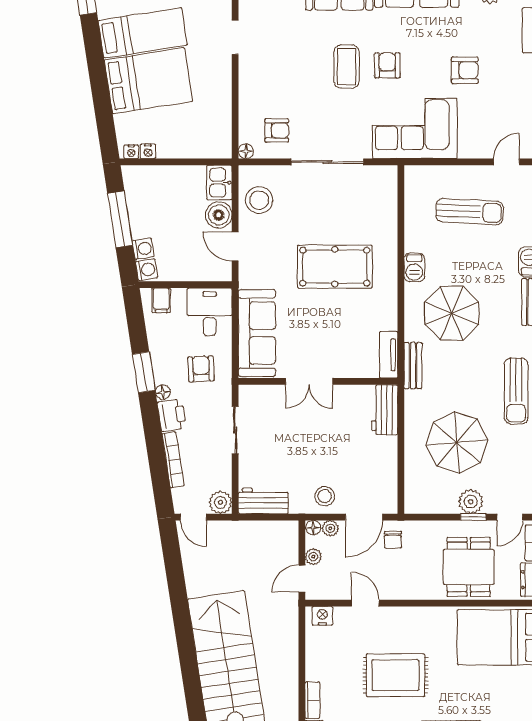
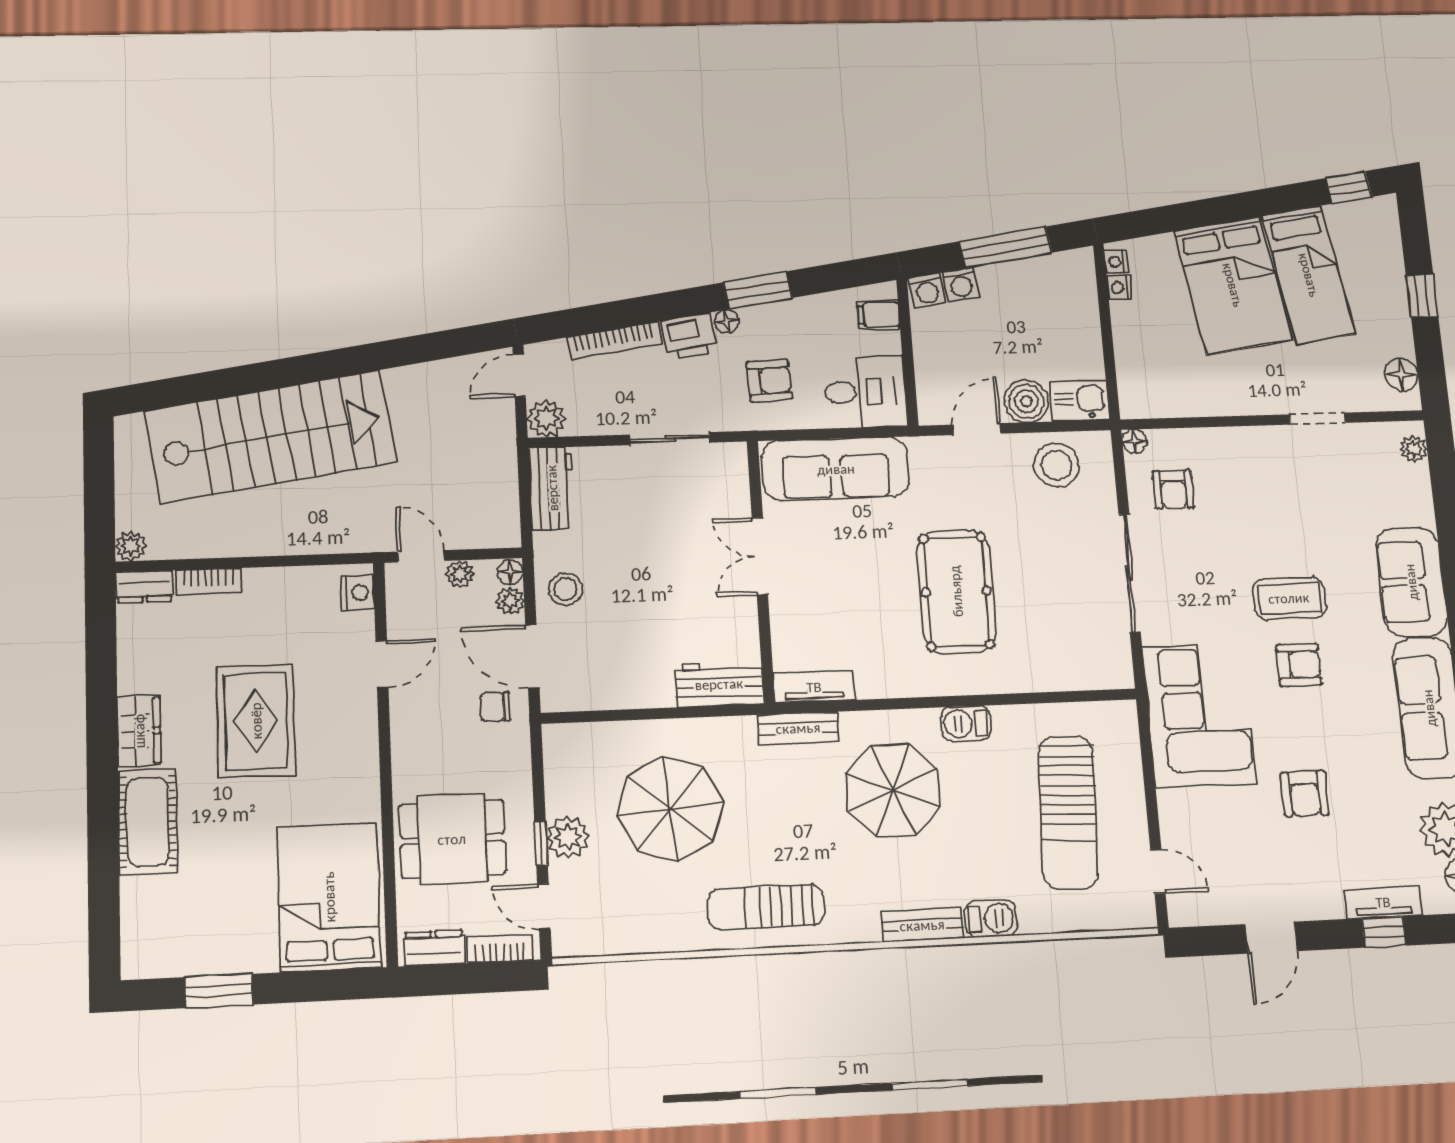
sun lounger: (470, 212) -> (1068, 813), width x1.36, depth x1.34

